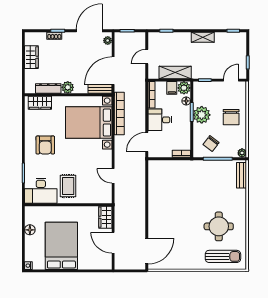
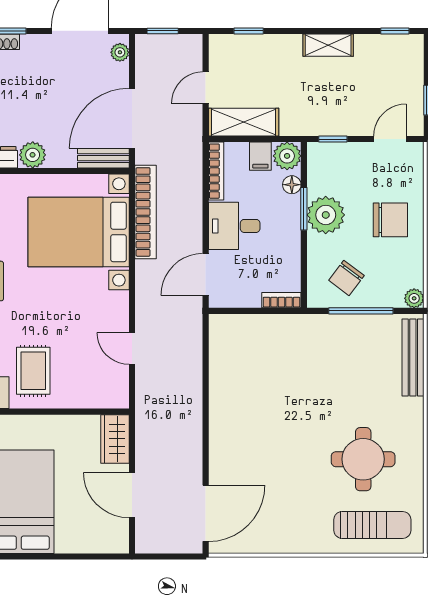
shelving: (175, 72) -> (244, 122), moved
chair: (231, 117) -> (390, 220), turned -90
bench: (241, 175) -> (413, 358), width x1.36

